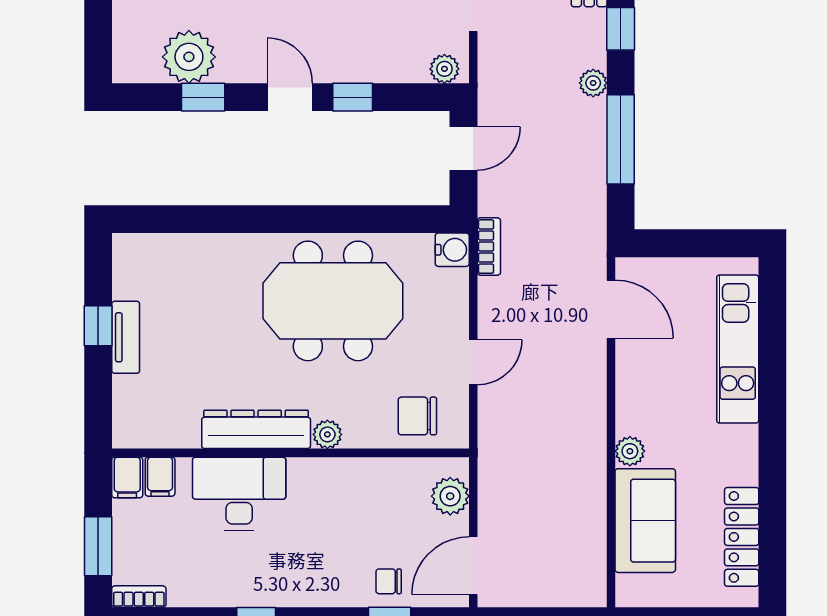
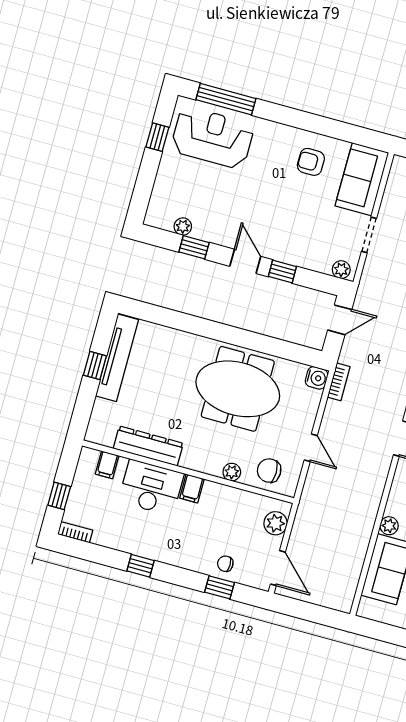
plant: (189, 57) -> (183, 227), width x0.53, depth x0.53
tv unit: (126, 337) -> (117, 358), width x1.92, depth x1.29
door: (473, 362) -> (311, 448), hinge flipped
dresser: (256, 429) -> (148, 446), moved
plant: (327, 434) -> (232, 472), moved
filing cabinet: (127, 477) -> (192, 489), moved
window: (98, 546) -> (59, 496), width x0.67
door: (473, 566) -> (278, 568), swing flipped

